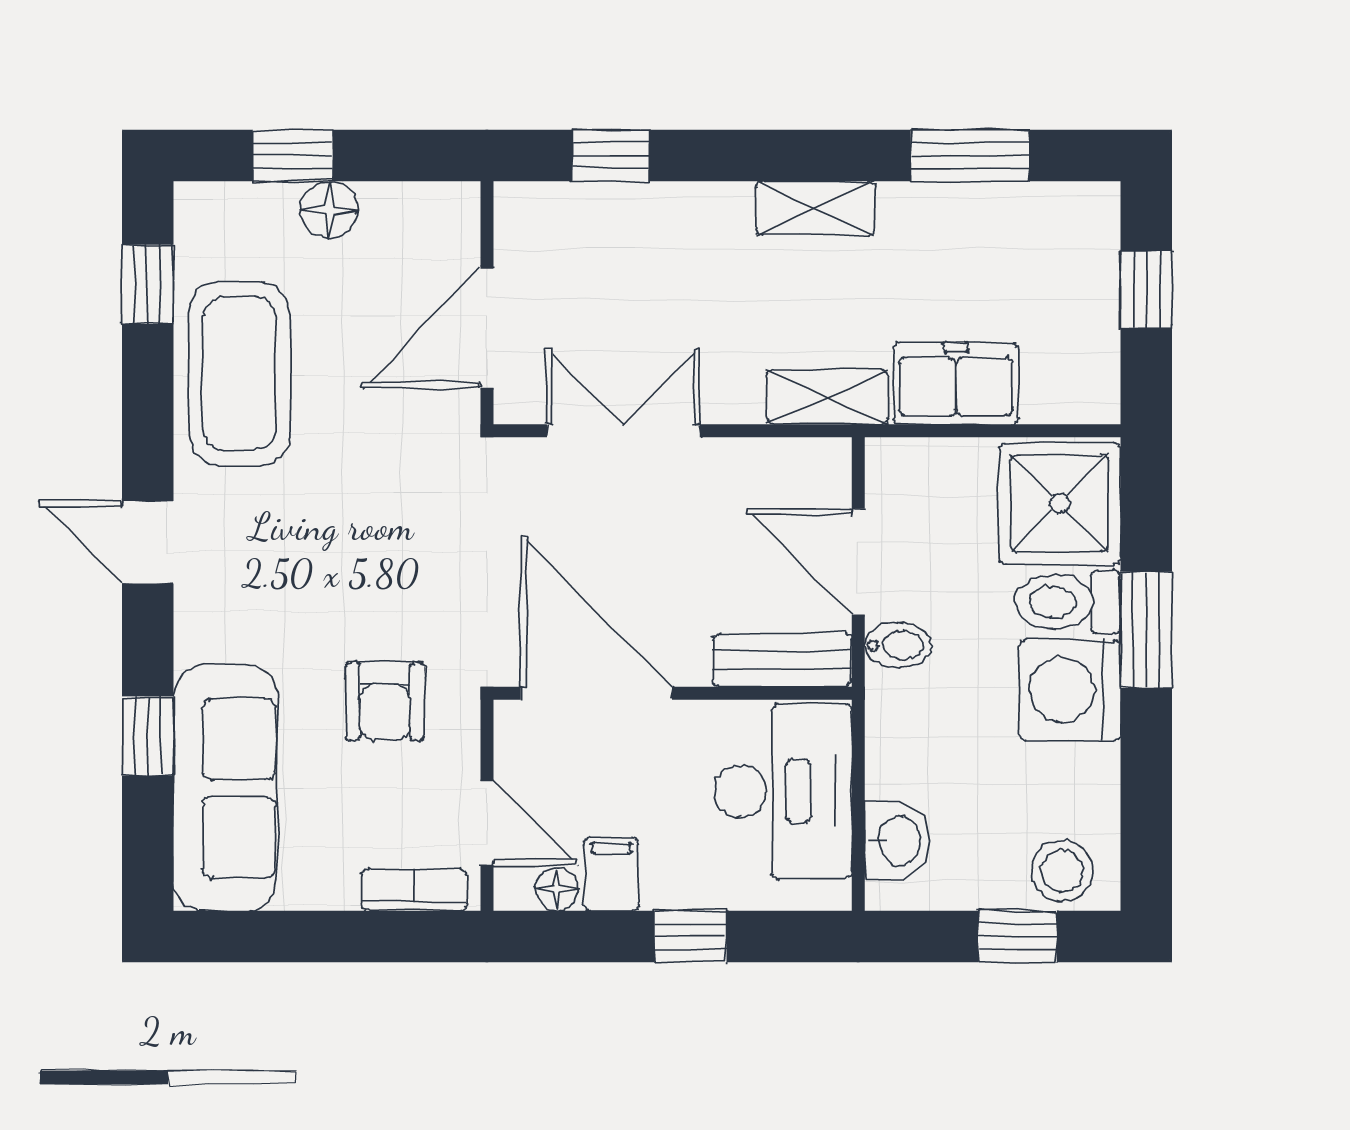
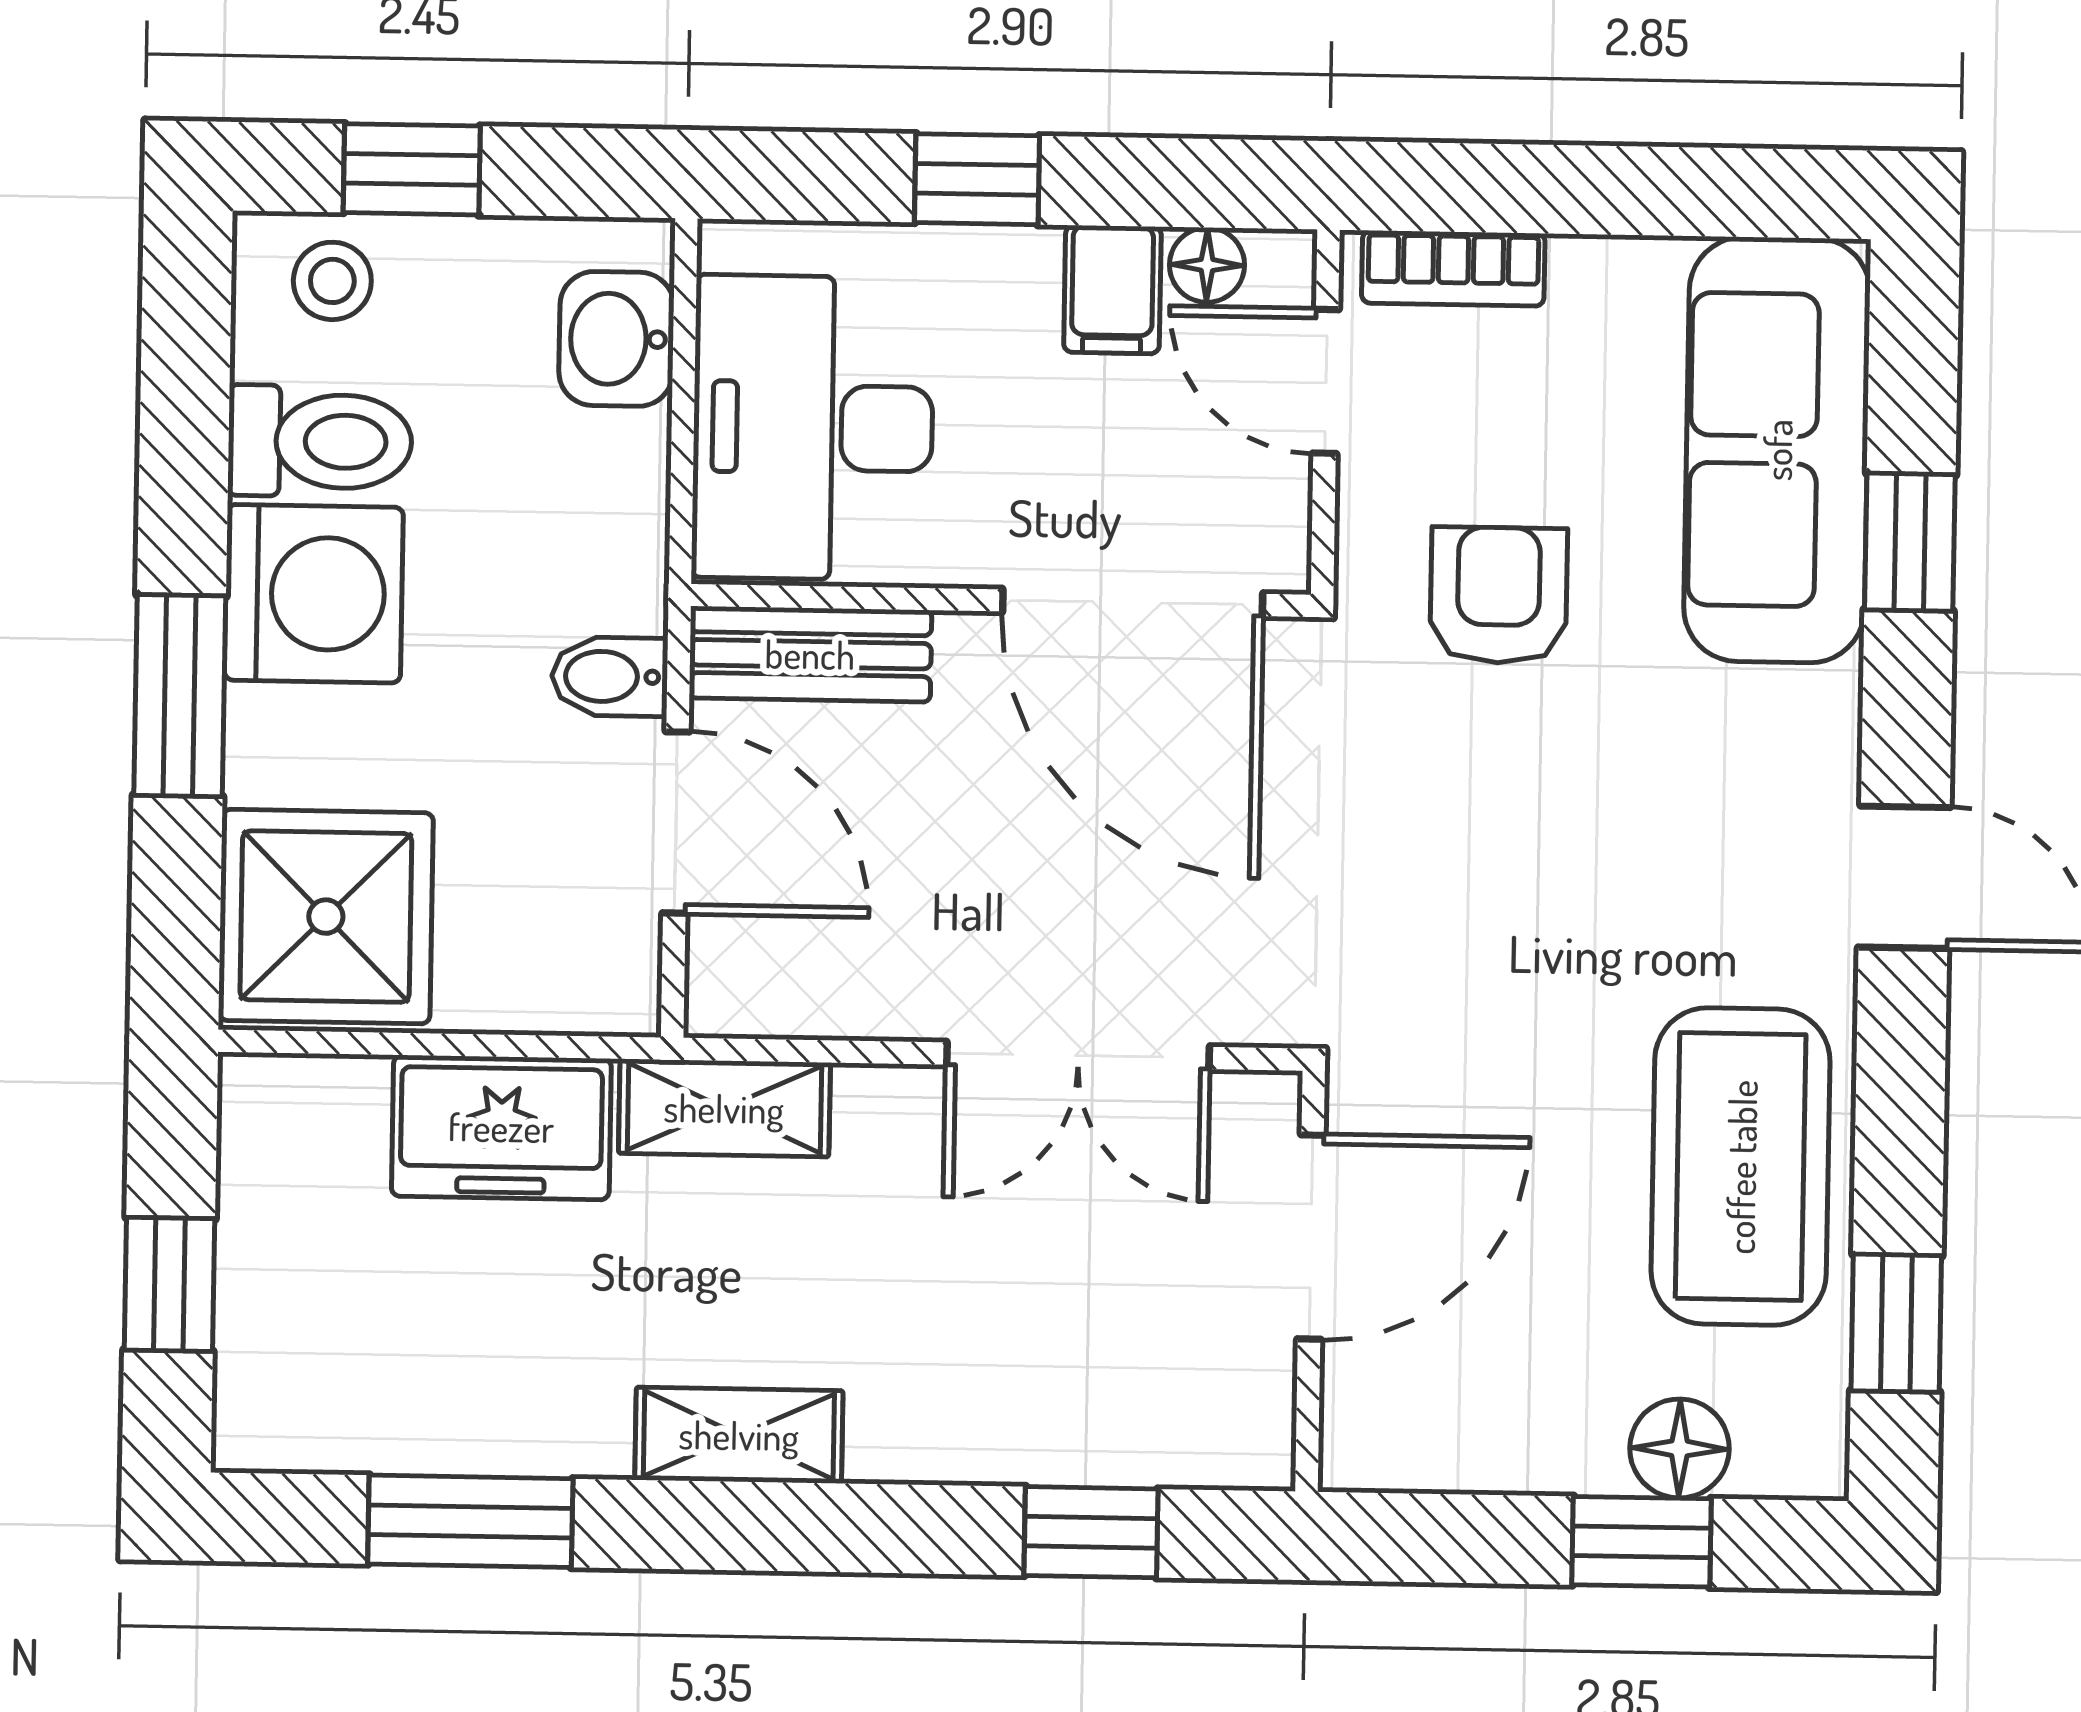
floor lamp: (329, 210) -> (1679, 1448), moved
toilet: (1068, 602) -> (320, 441), moved
stool: (1062, 871) -> (332, 281), width x0.73, depth x0.73

